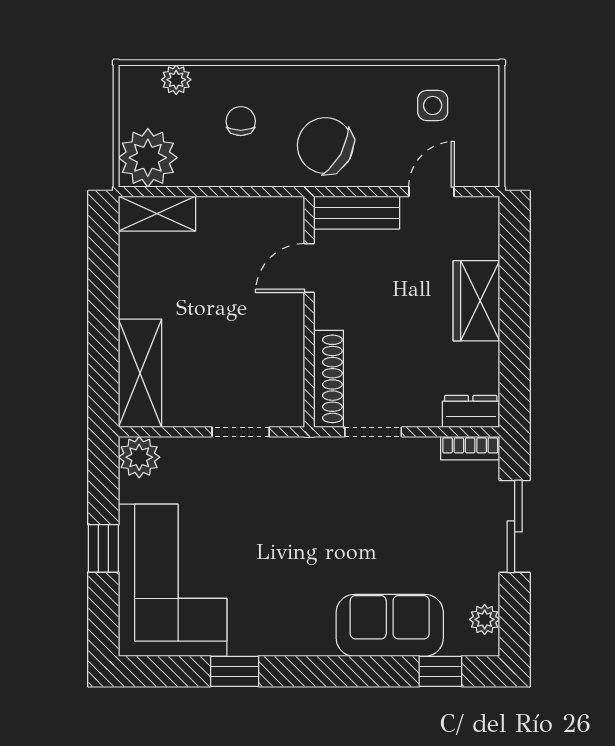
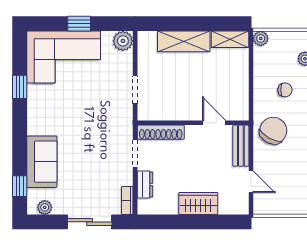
side table: (433, 105) -> (293, 182), removed
plant: (148, 158) -> (261, 38), width x0.53, depth x0.53
shelving: (157, 214) -> (230, 39), moved, turned 90
shelving: (140, 373) -> (184, 41), moved
dresser: (471, 411) -> (145, 184), moved

